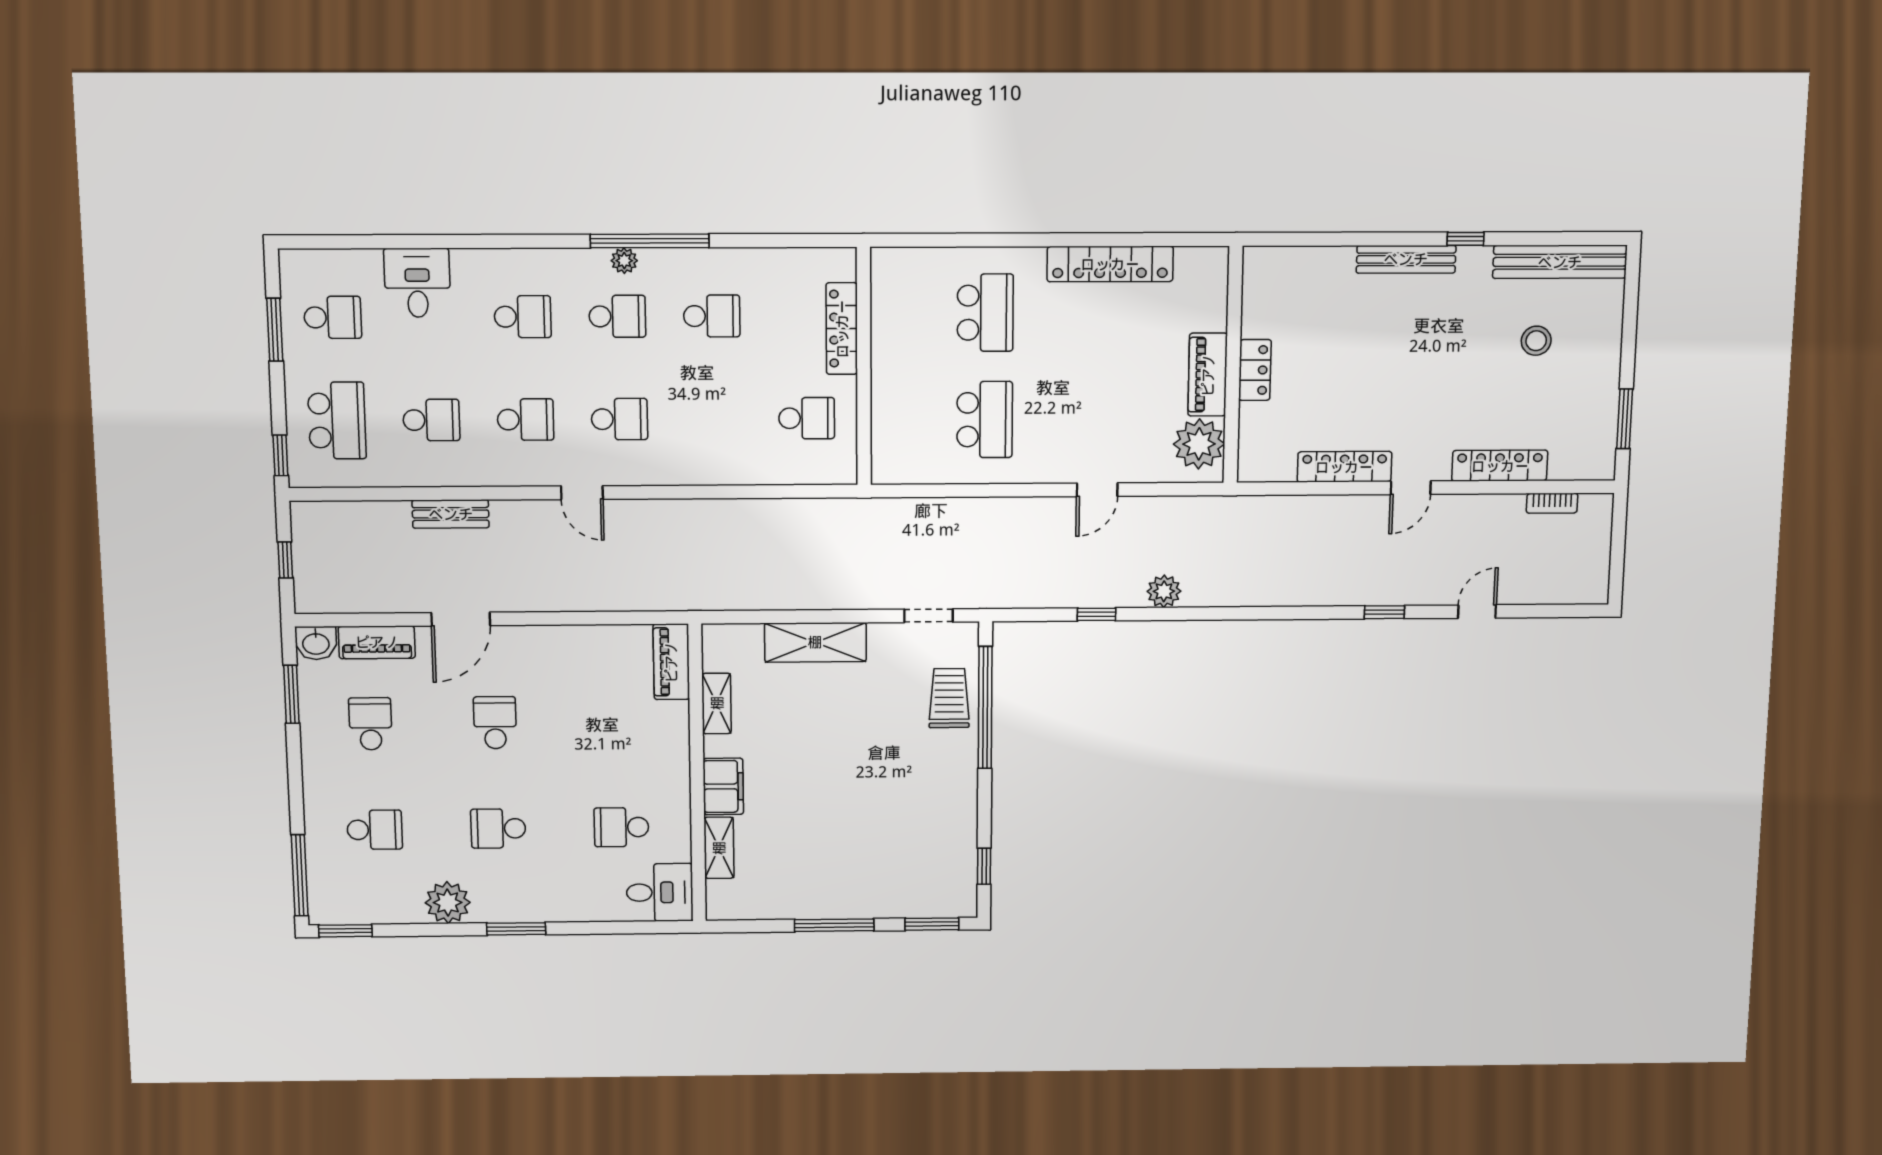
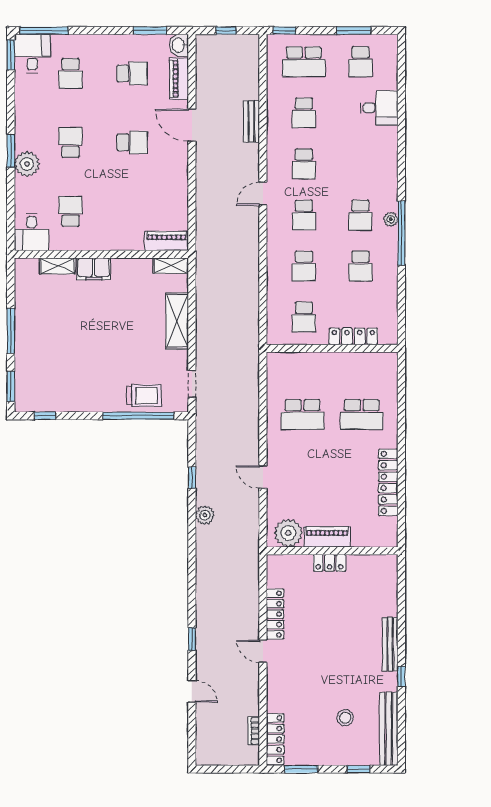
window: (1630, 316) -> (359, 769), added
school desk: (523, 317) -> (304, 266), moved
locker: (1500, 466) -> (275, 739), moved
shelving: (717, 703) -> (171, 266), moved
desk: (342, 895) -> (32, 53), added
plant: (448, 903) -> (27, 164), moved

